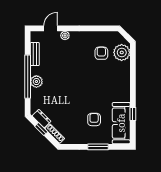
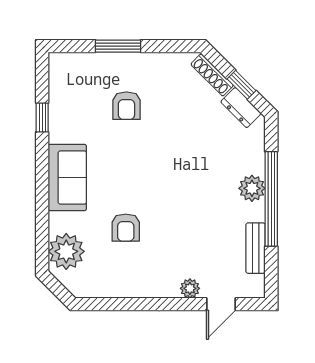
armchair: (101, 53) -> (126, 228), moved
sofa: (121, 123) -> (67, 177), moved, width x0.73

